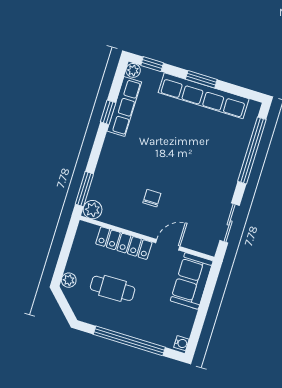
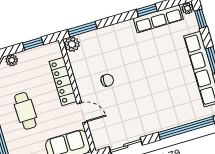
window: (66, 248) -> (33, 44), added
cafe table: (113, 288) -> (25, 111), moved

